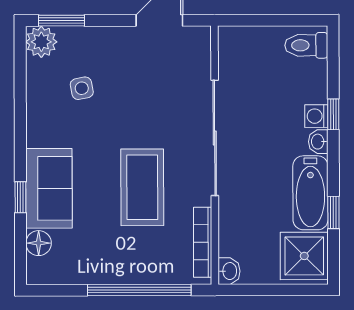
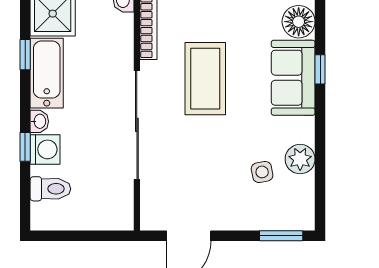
plant: (41, 42) -> (300, 159), moved
toilet: (306, 45) -> (50, 189), moved
washing machine: (316, 116) -> (45, 149), width x1.38, depth x1.38
floor lamp: (39, 243) -> (299, 22), width x1.38, depth x1.38

